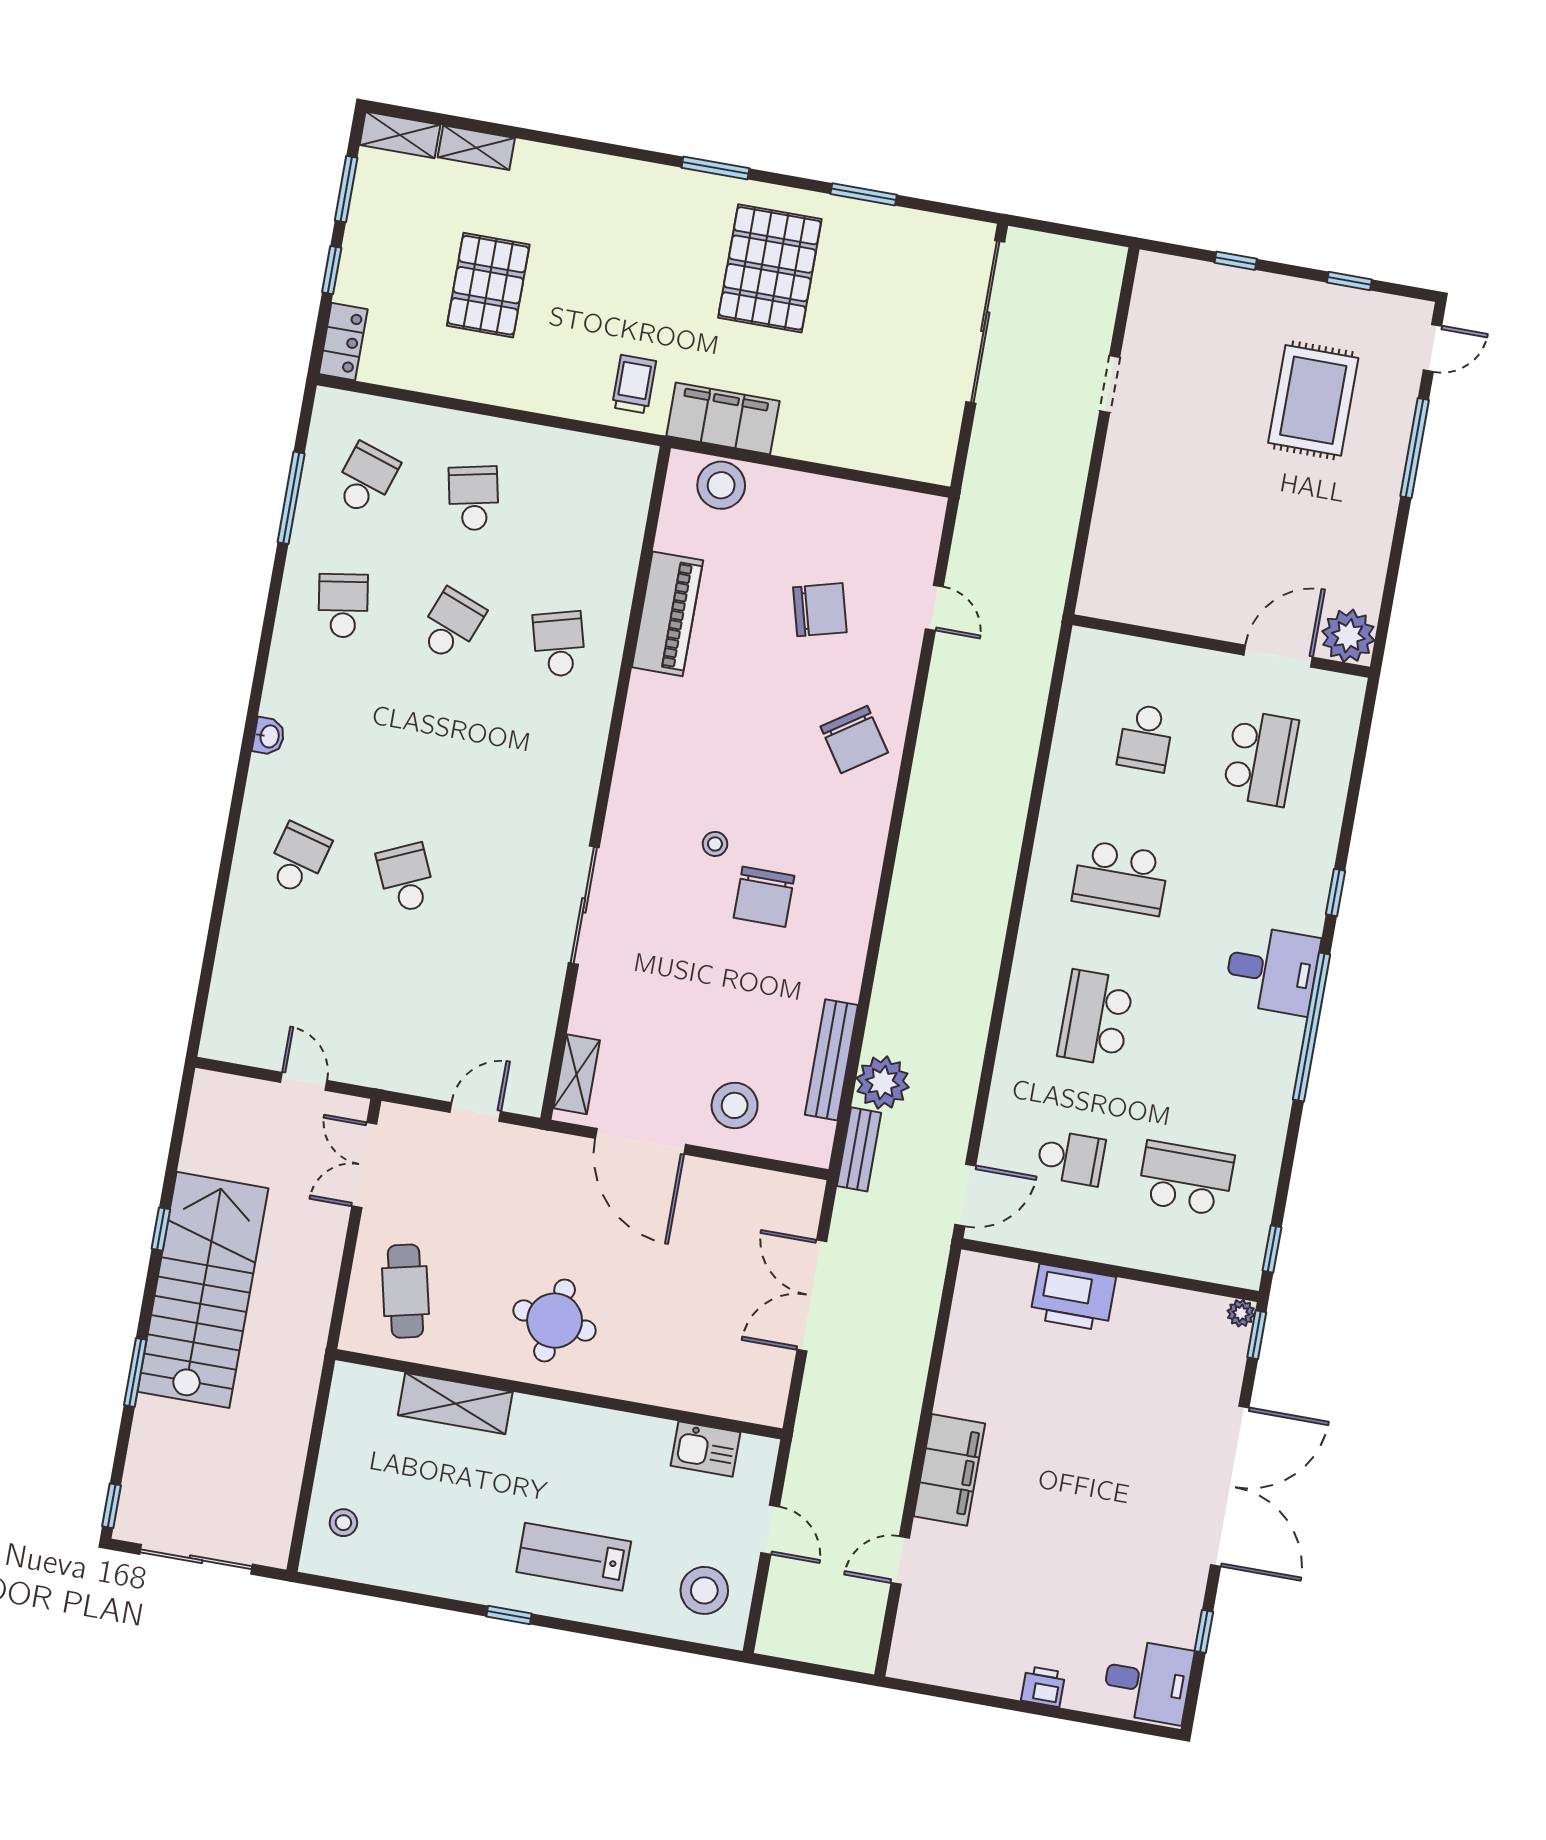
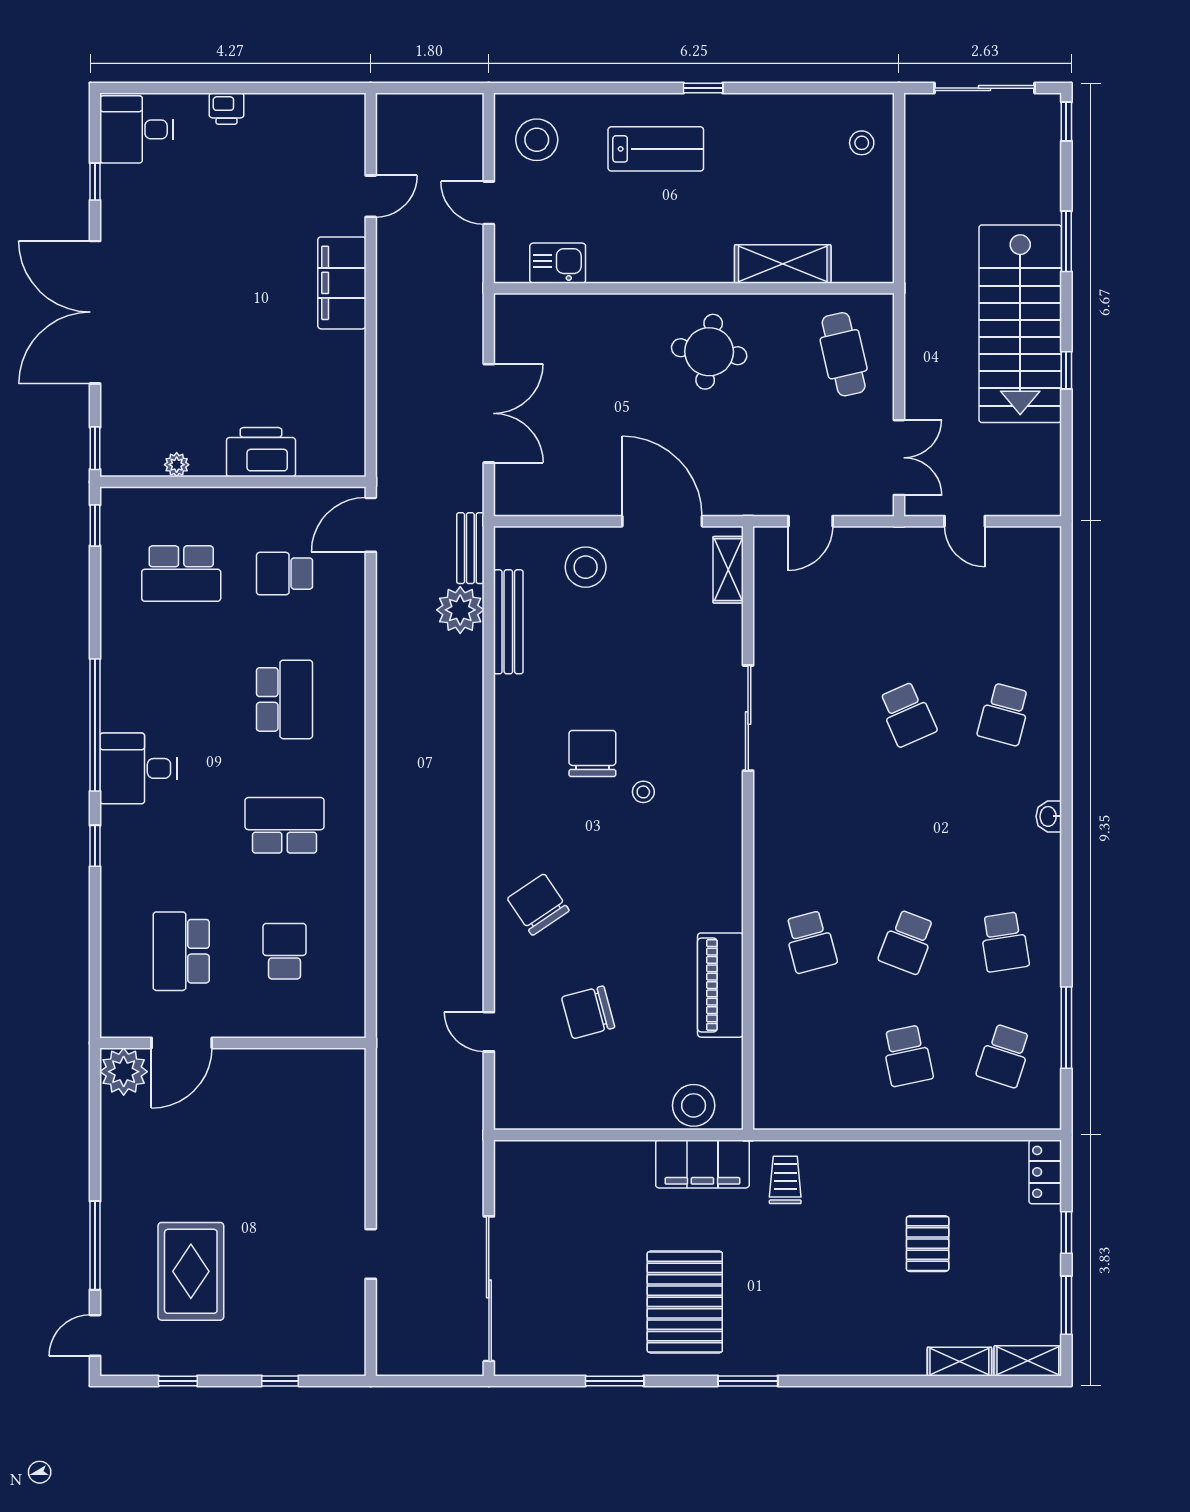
pallet: (488, 285) -> (928, 1244), width x0.67, depth x0.71
trolley: (634, 384) -> (785, 1180), turned 180
plant: (1241, 1313) -> (177, 465), moved

